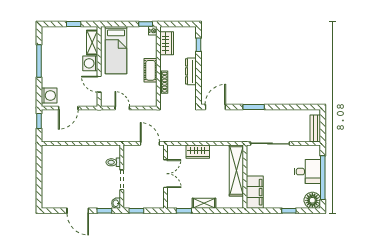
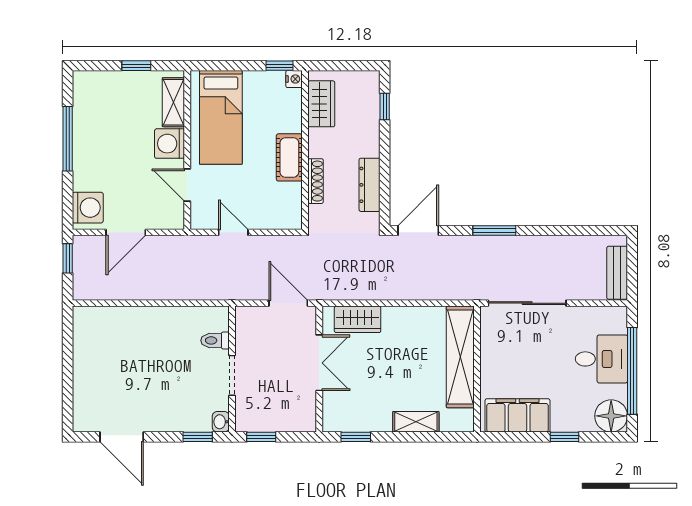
dresser: (191, 71) -> (370, 185), moved
wardrobe: (198, 152) -> (358, 319), moved
filing cabinet: (255, 192) -> (517, 415), moved, turned -90
shelving: (204, 203) -> (416, 422), moved
door: (78, 211) -> (122, 437), moved

